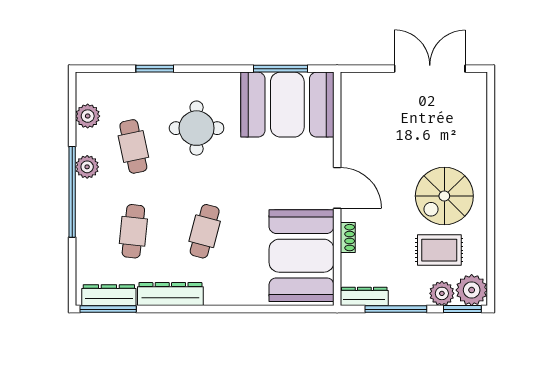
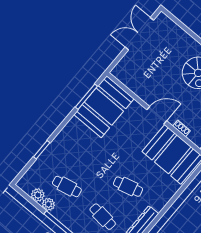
round table: (197, 128) -> (82, 153), removed
plant: (87, 167) -> (48, 204), moved
cafe table: (205, 231) -> (128, 187), turned -30

